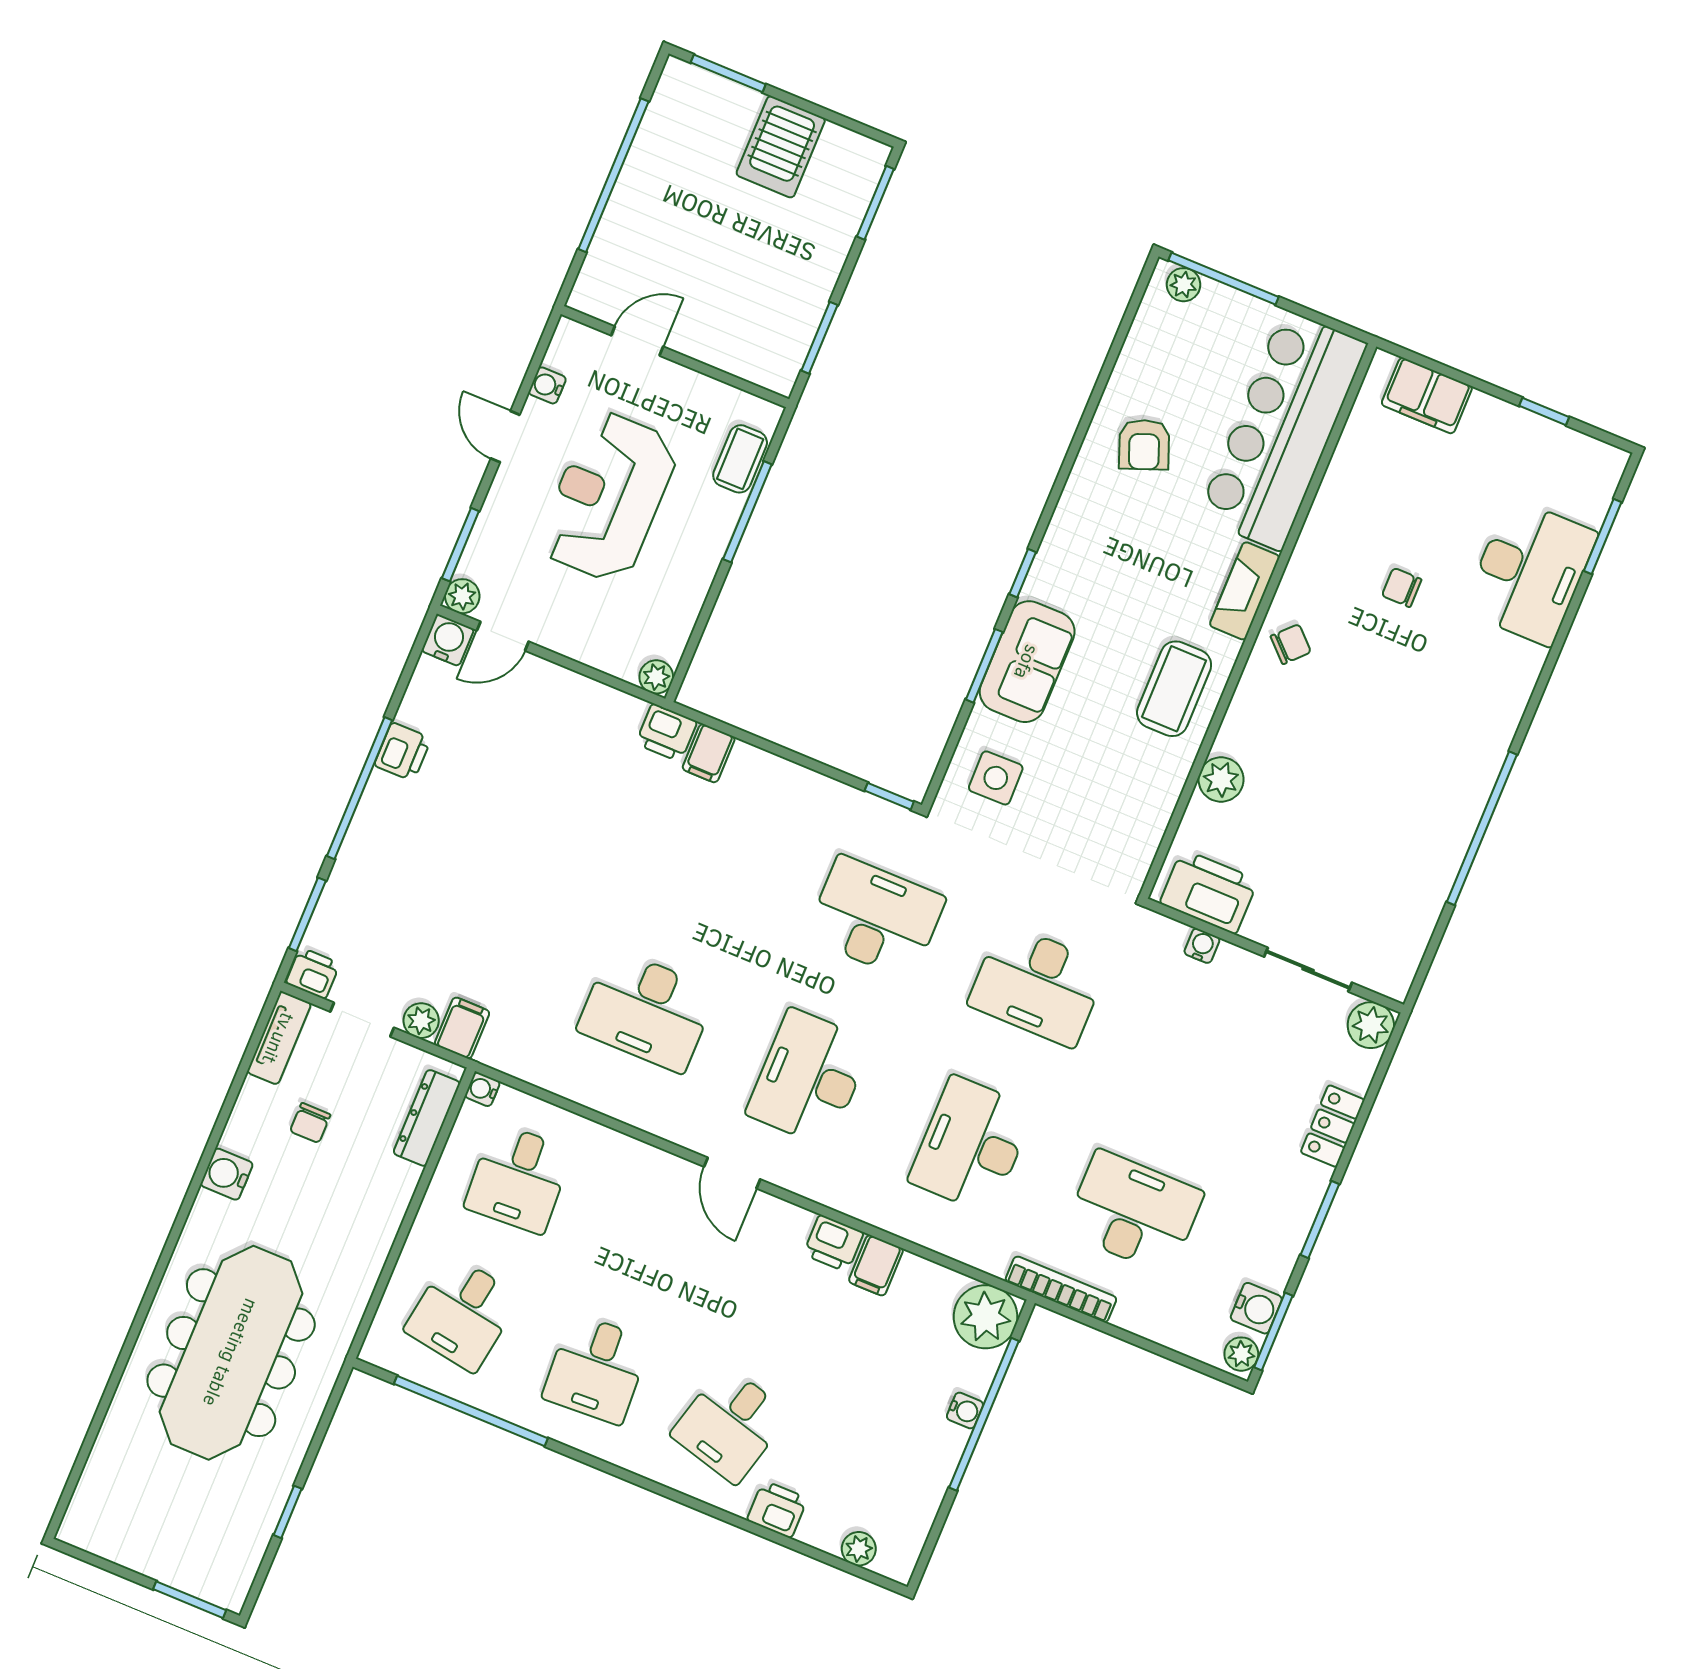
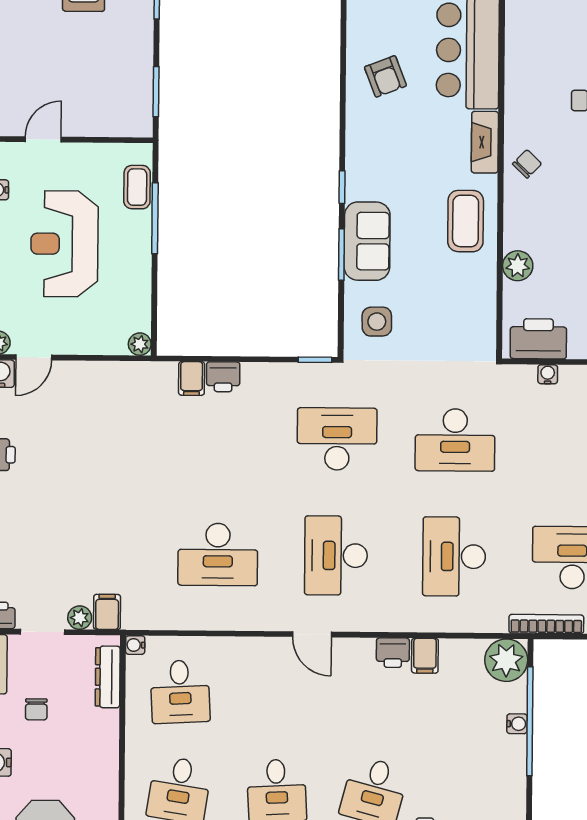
printer: (666, 733) -> (223, 377), moved

